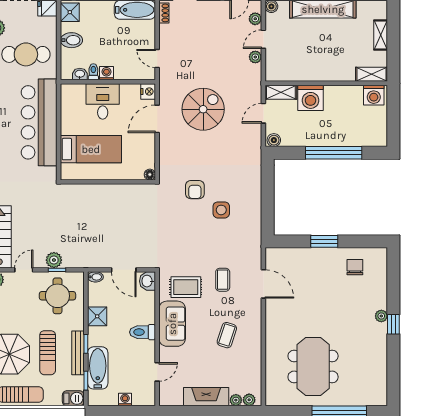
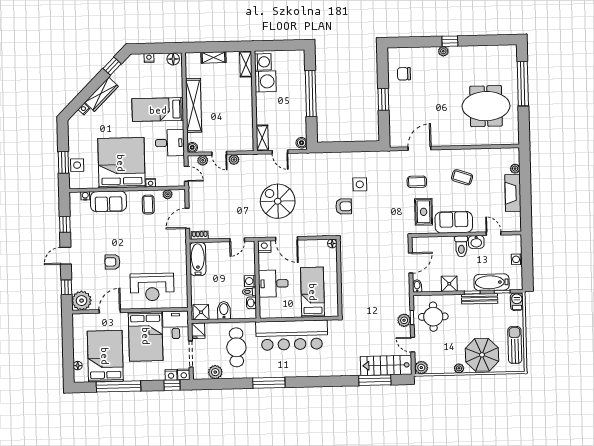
washing machine: (310, 98) -> (265, 81), moved
washbasin: (147, 281) -> (476, 242), moved
sun lounger: (48, 353) -> (480, 324), removed
plant: (249, 400) -> (515, 158), removed

